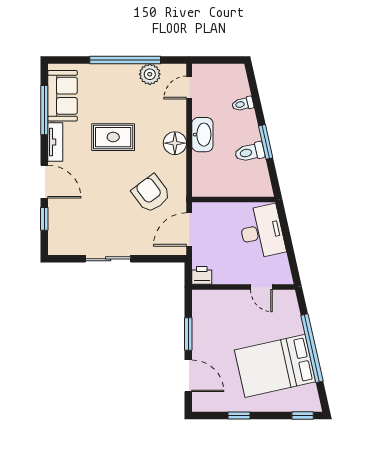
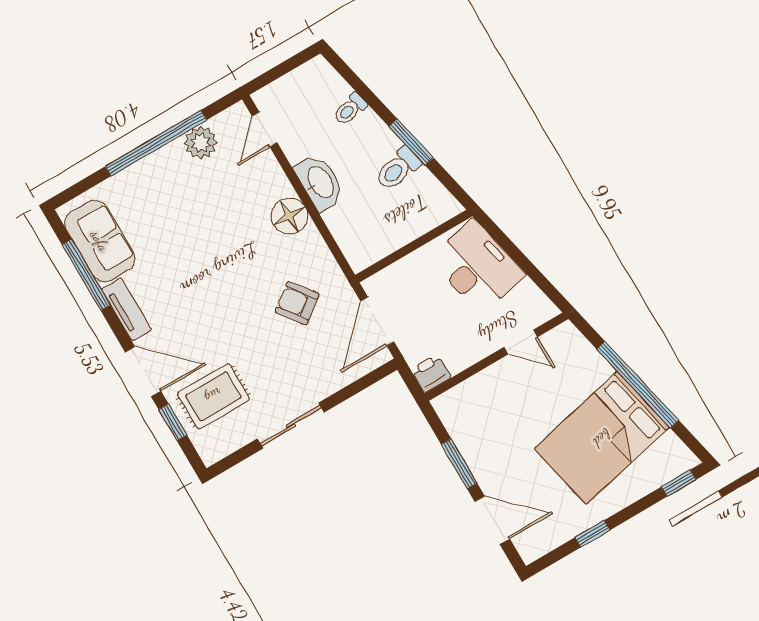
rug: (113, 137) -> (213, 396), moved
armchair: (151, 194) -> (297, 303), width x0.72, depth x0.72

